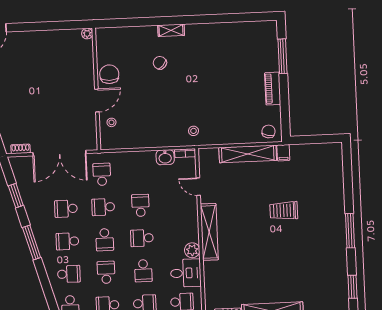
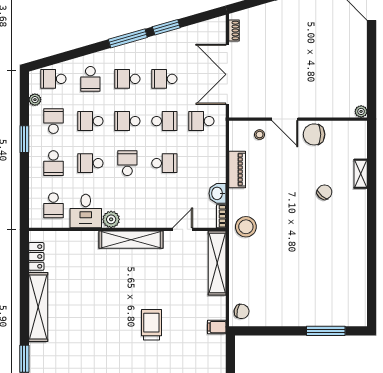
shelving: (171, 30) -> (361, 174), moved
chair: (109, 74) -> (314, 134), turned 180
piano: (273, 89) -> (237, 170), moved, turned 90
stool: (194, 131) -> (246, 227), width x1.89, depth x1.89
shelving: (248, 154) -> (217, 263), moved
school desk: (102, 174) -> (201, 121), turned 180
window: (16, 196) -> (166, 27), moved
school desk: (103, 207) -> (164, 121), turned 90
school desk: (66, 209) -> (164, 79), turned -90
school desk: (67, 241) -> (127, 79), turned -90
school desk: (106, 272) -> (90, 121), turned 180

